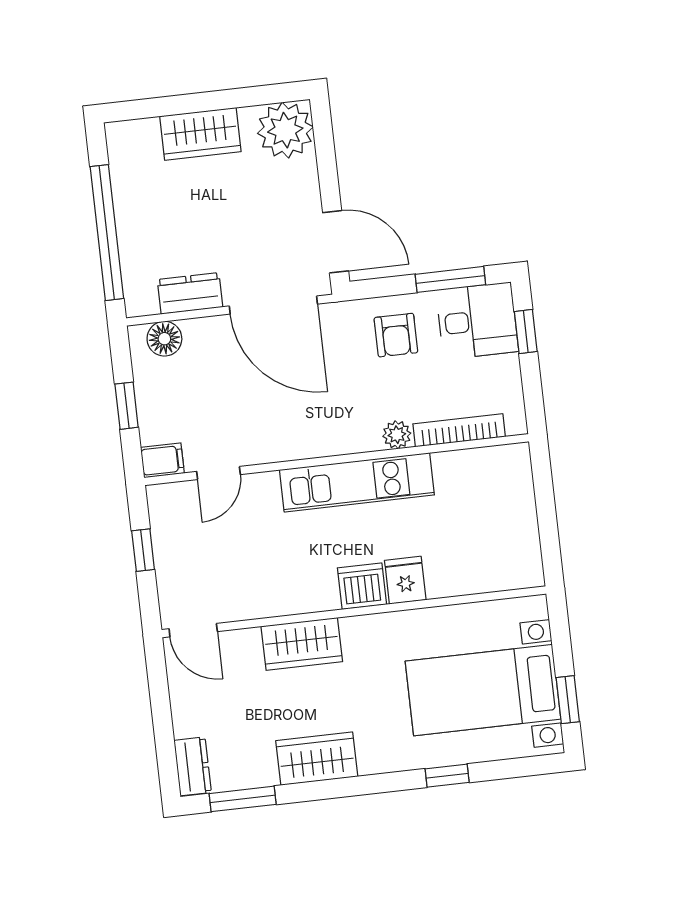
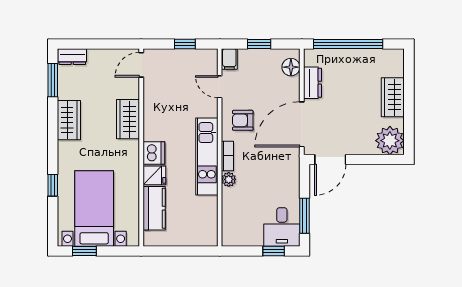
armchair: (396, 335) -> (243, 120), moved
bookcase: (459, 430) -> (227, 156), moved, width x0.64
kitchen counter: (469, 573) -> (154, 208), added

